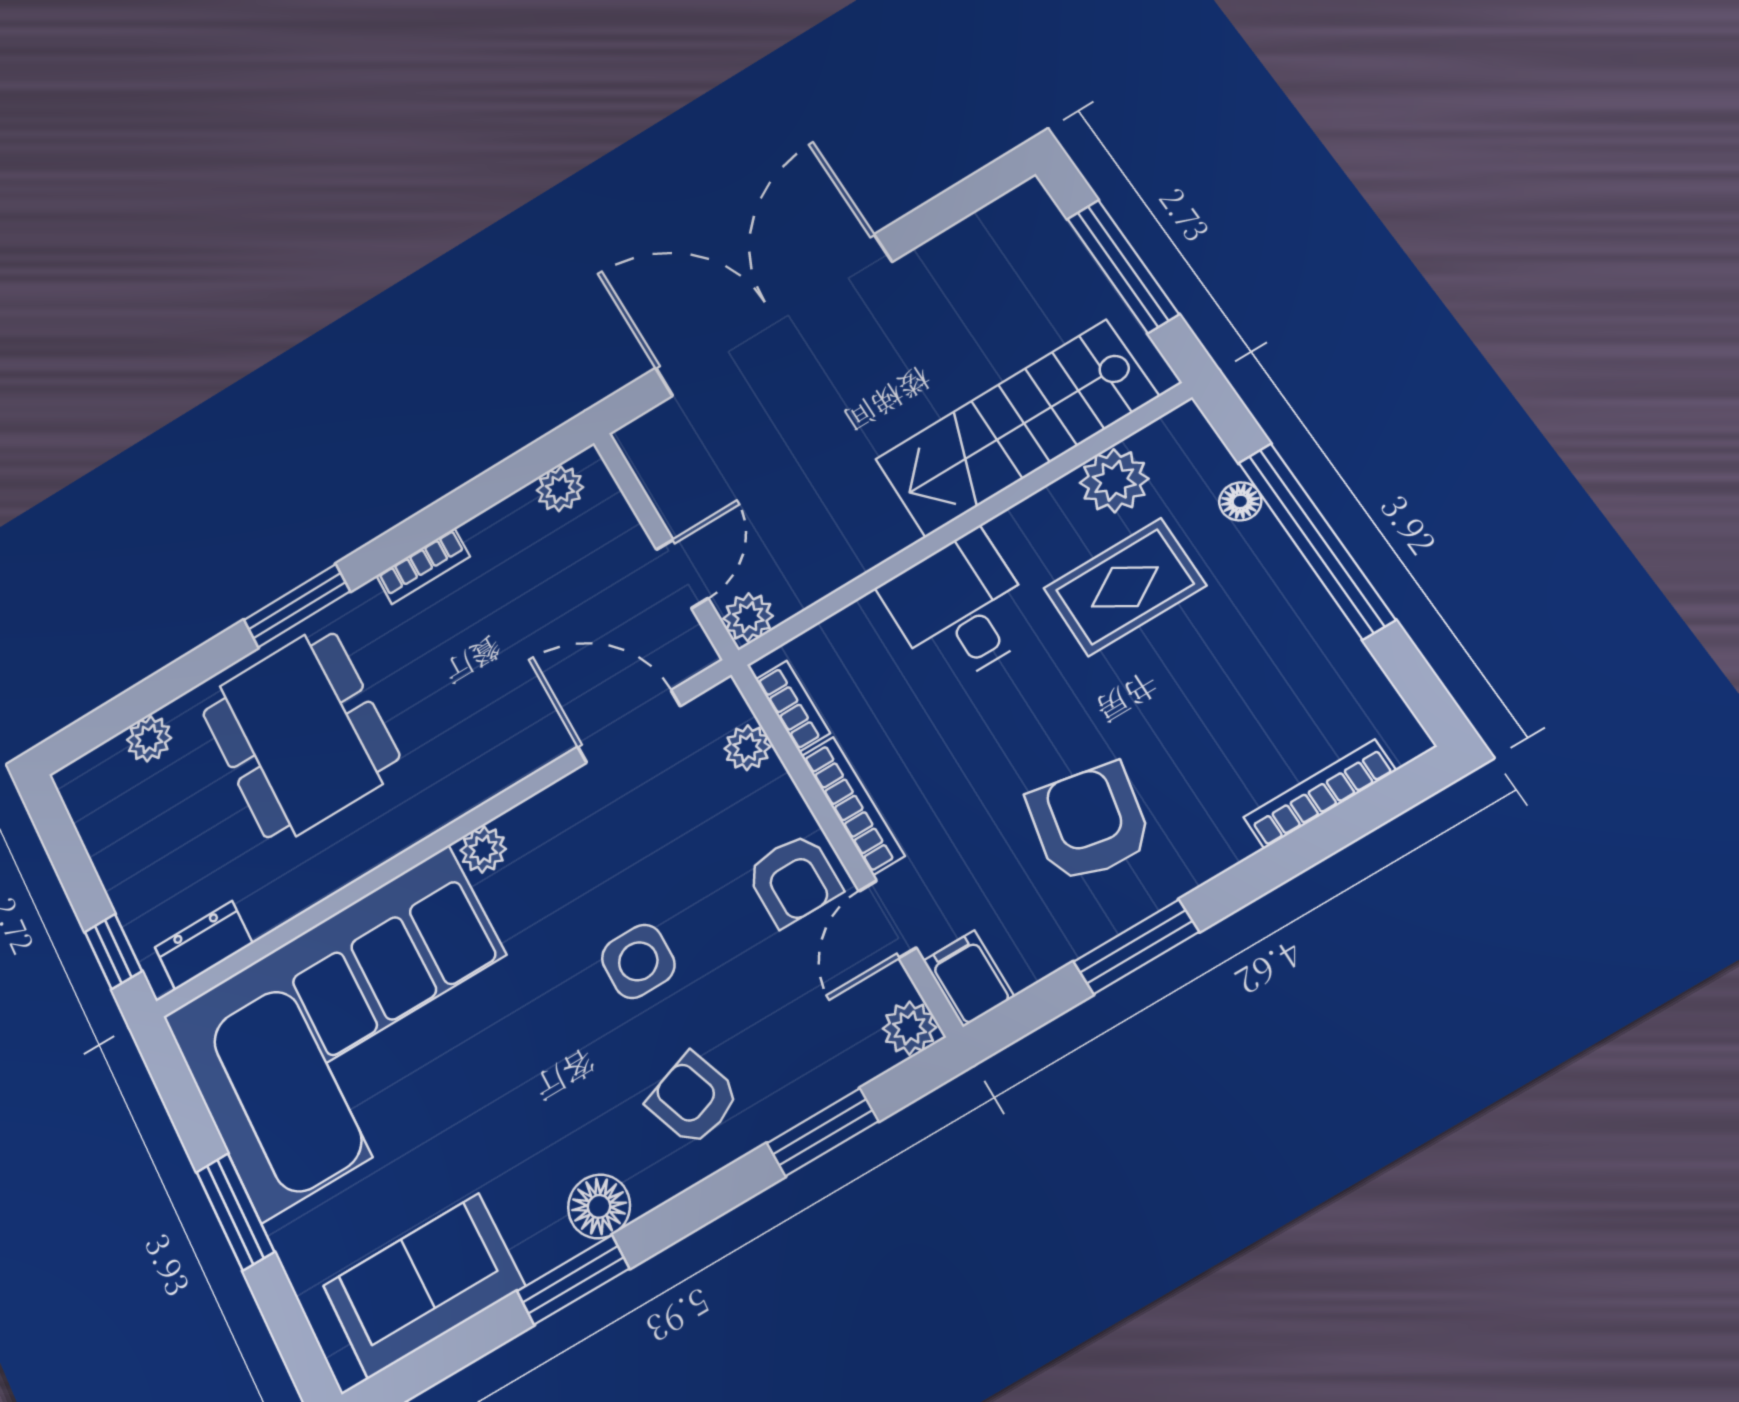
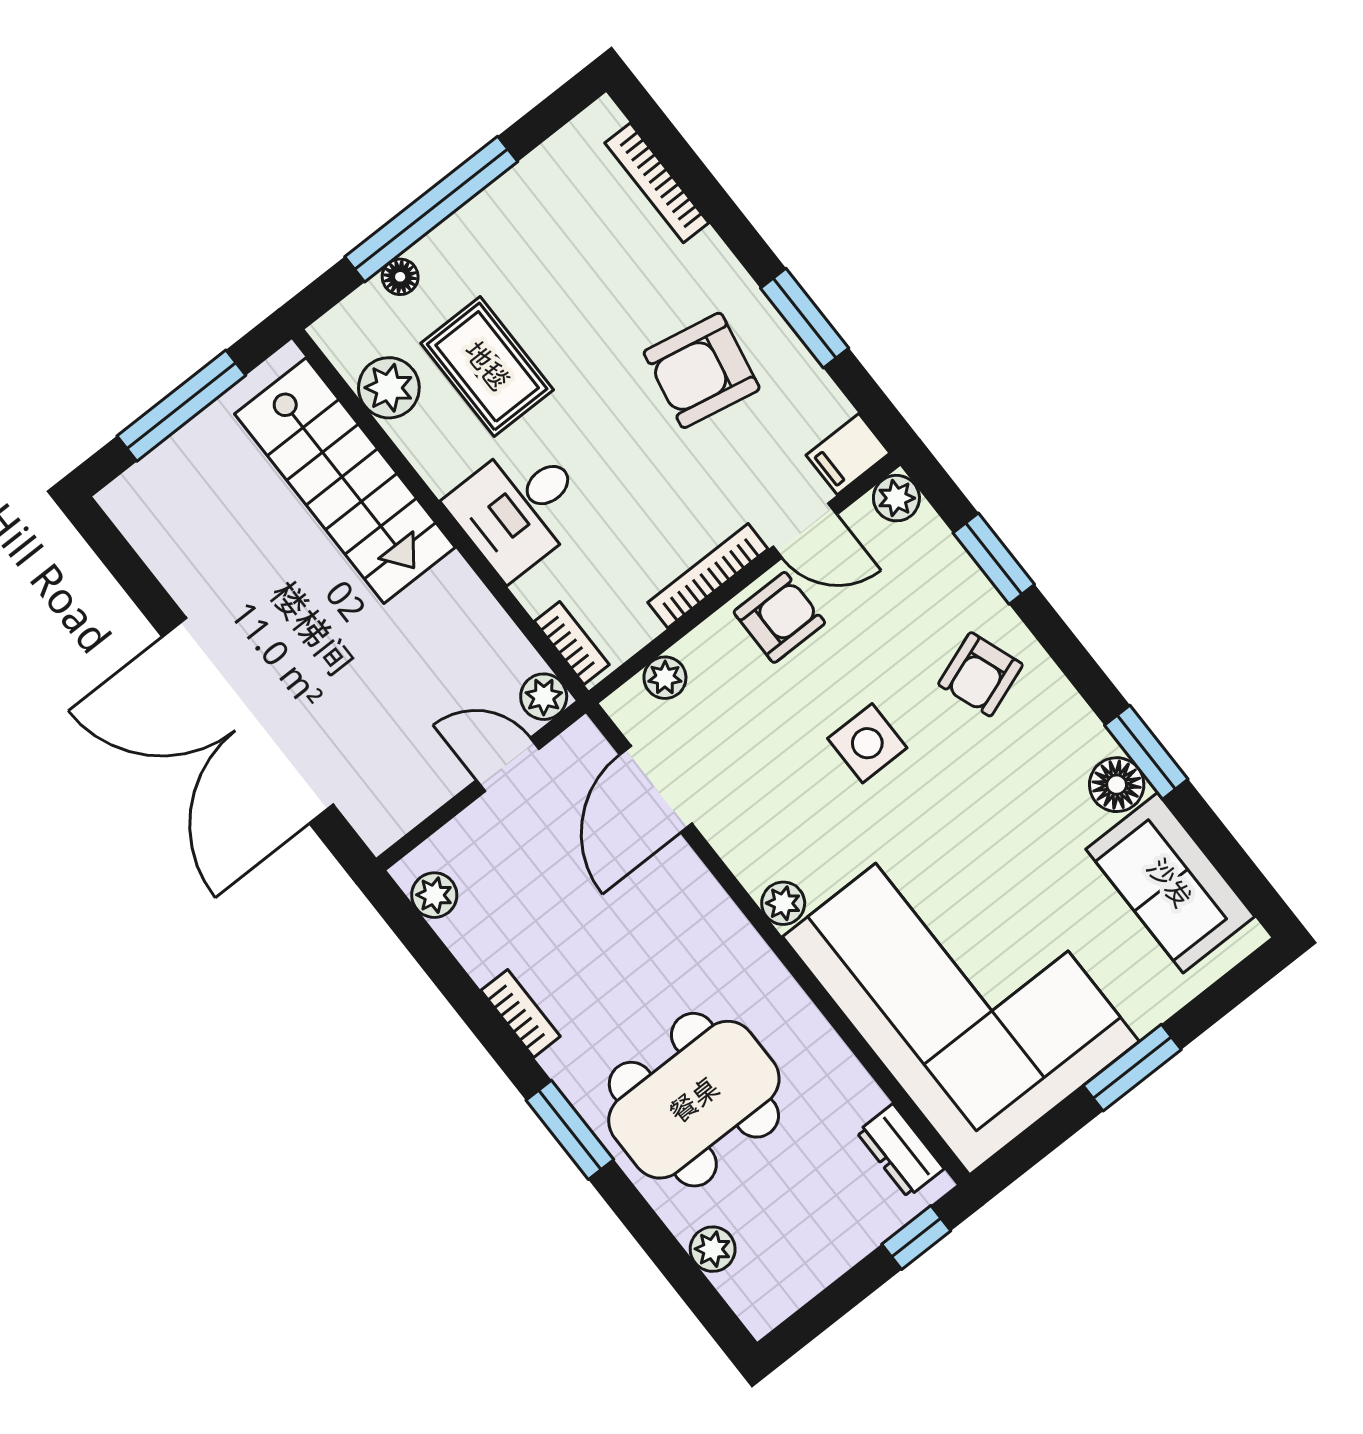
bookcase: (793, 706) -> (572, 643), moved, turned 90
floor lamp: (599, 1206) -> (1117, 785), moved

